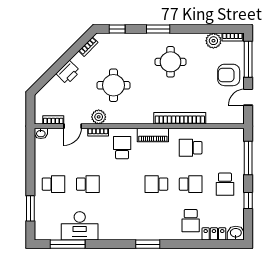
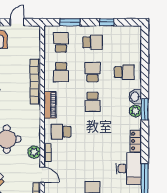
door: (248, 97) -> (17, 22), swing flipped
window: (248, 158) -> (70, 22), width x0.69
school desk: (88, 184) -> (61, 42), moved
plant: (146, 233) -> (135, 111), added
washbasin: (236, 233) -> (135, 97), moved
locker: (214, 234) -> (136, 141), moved

